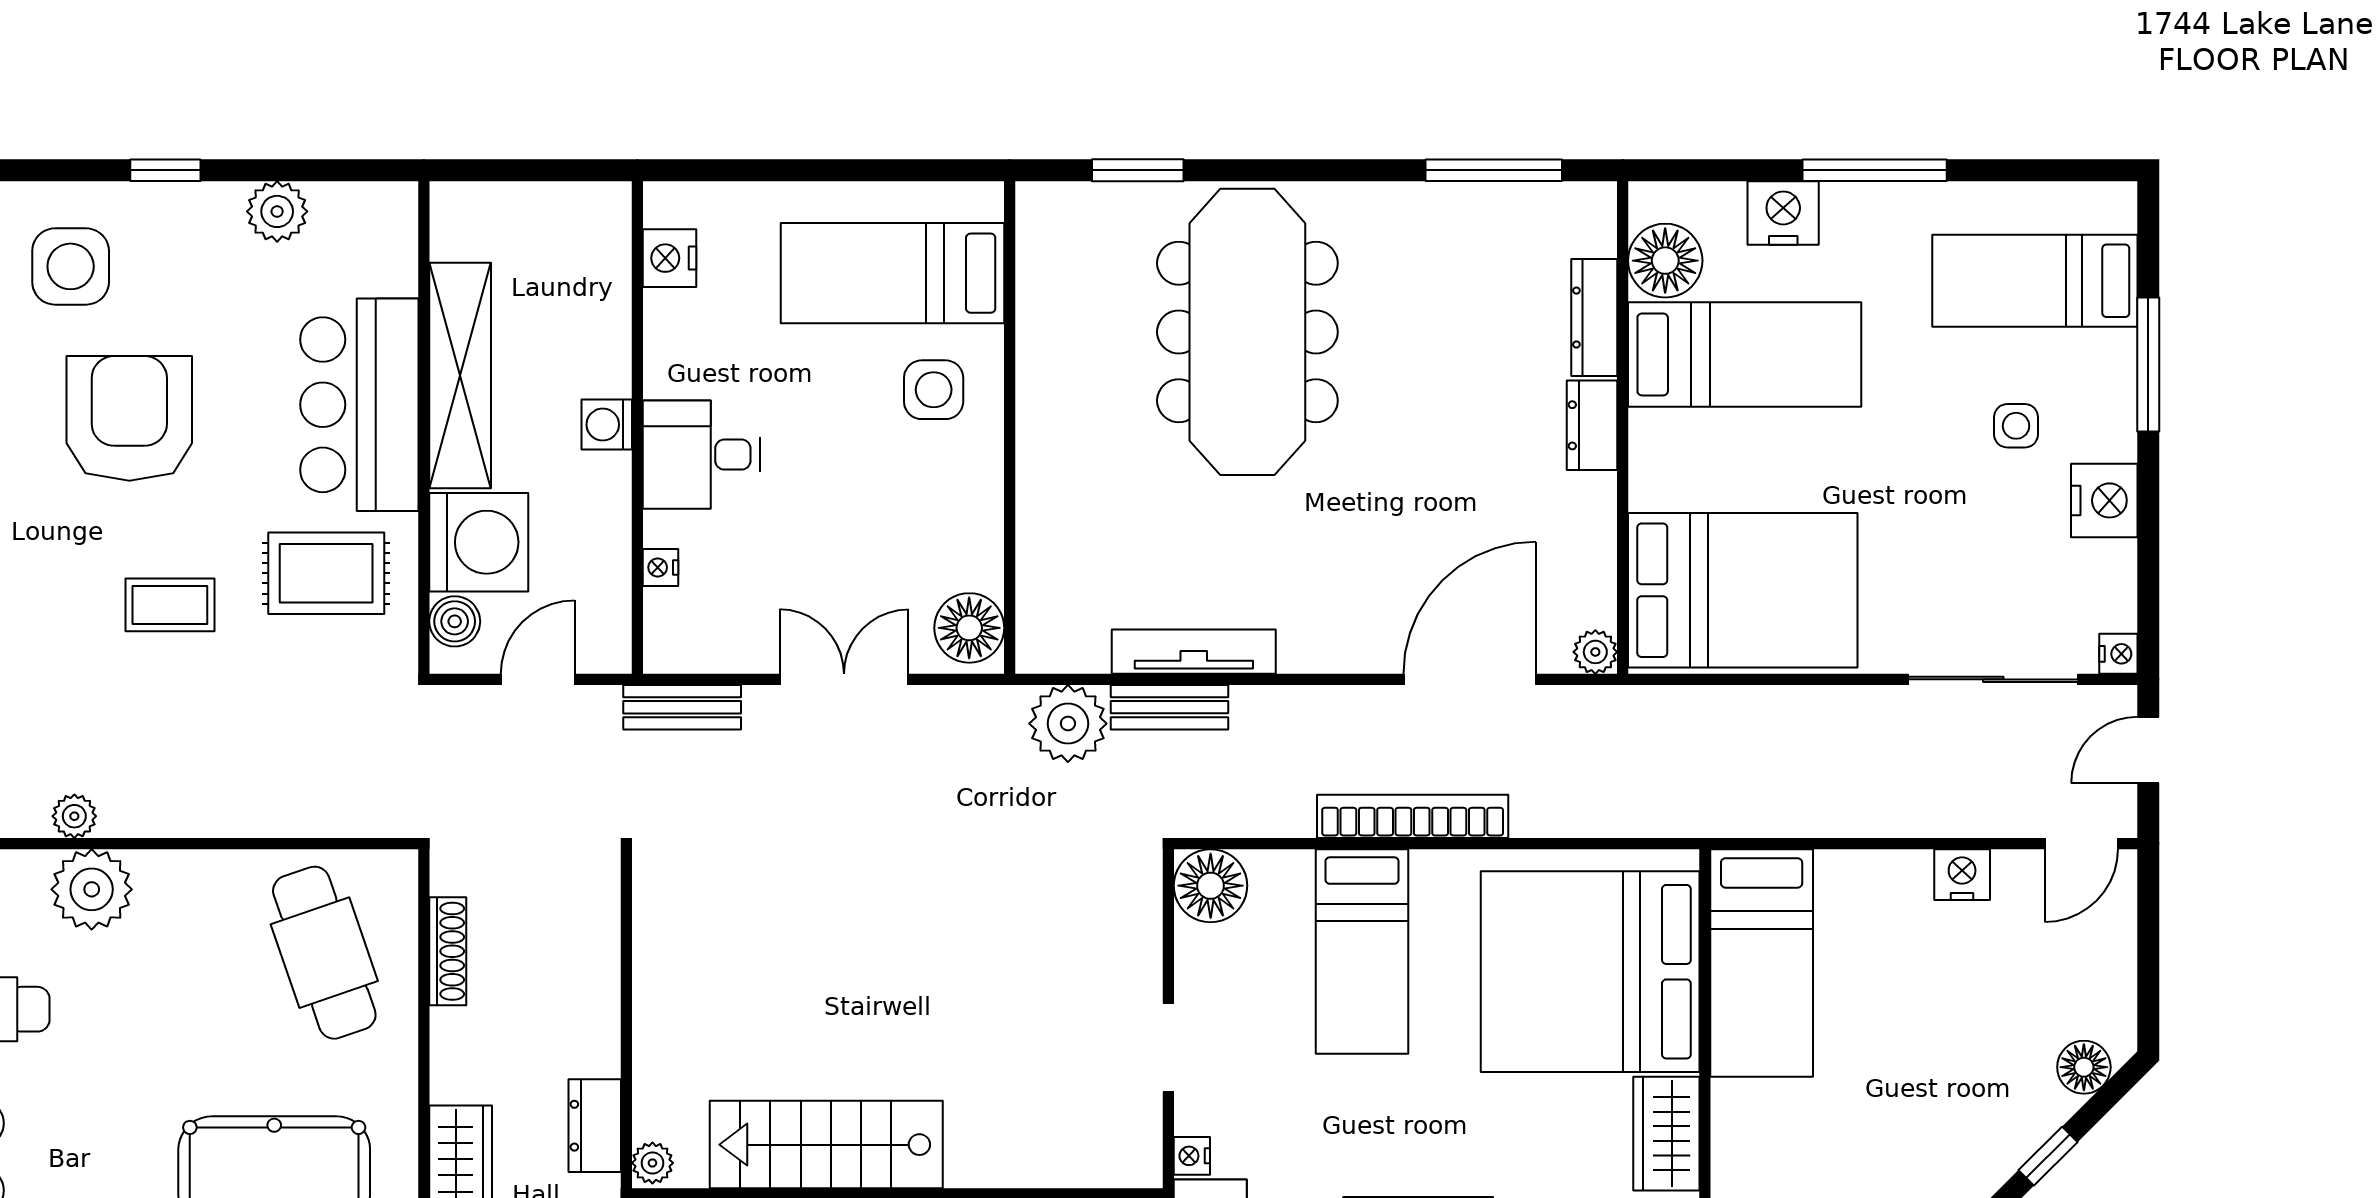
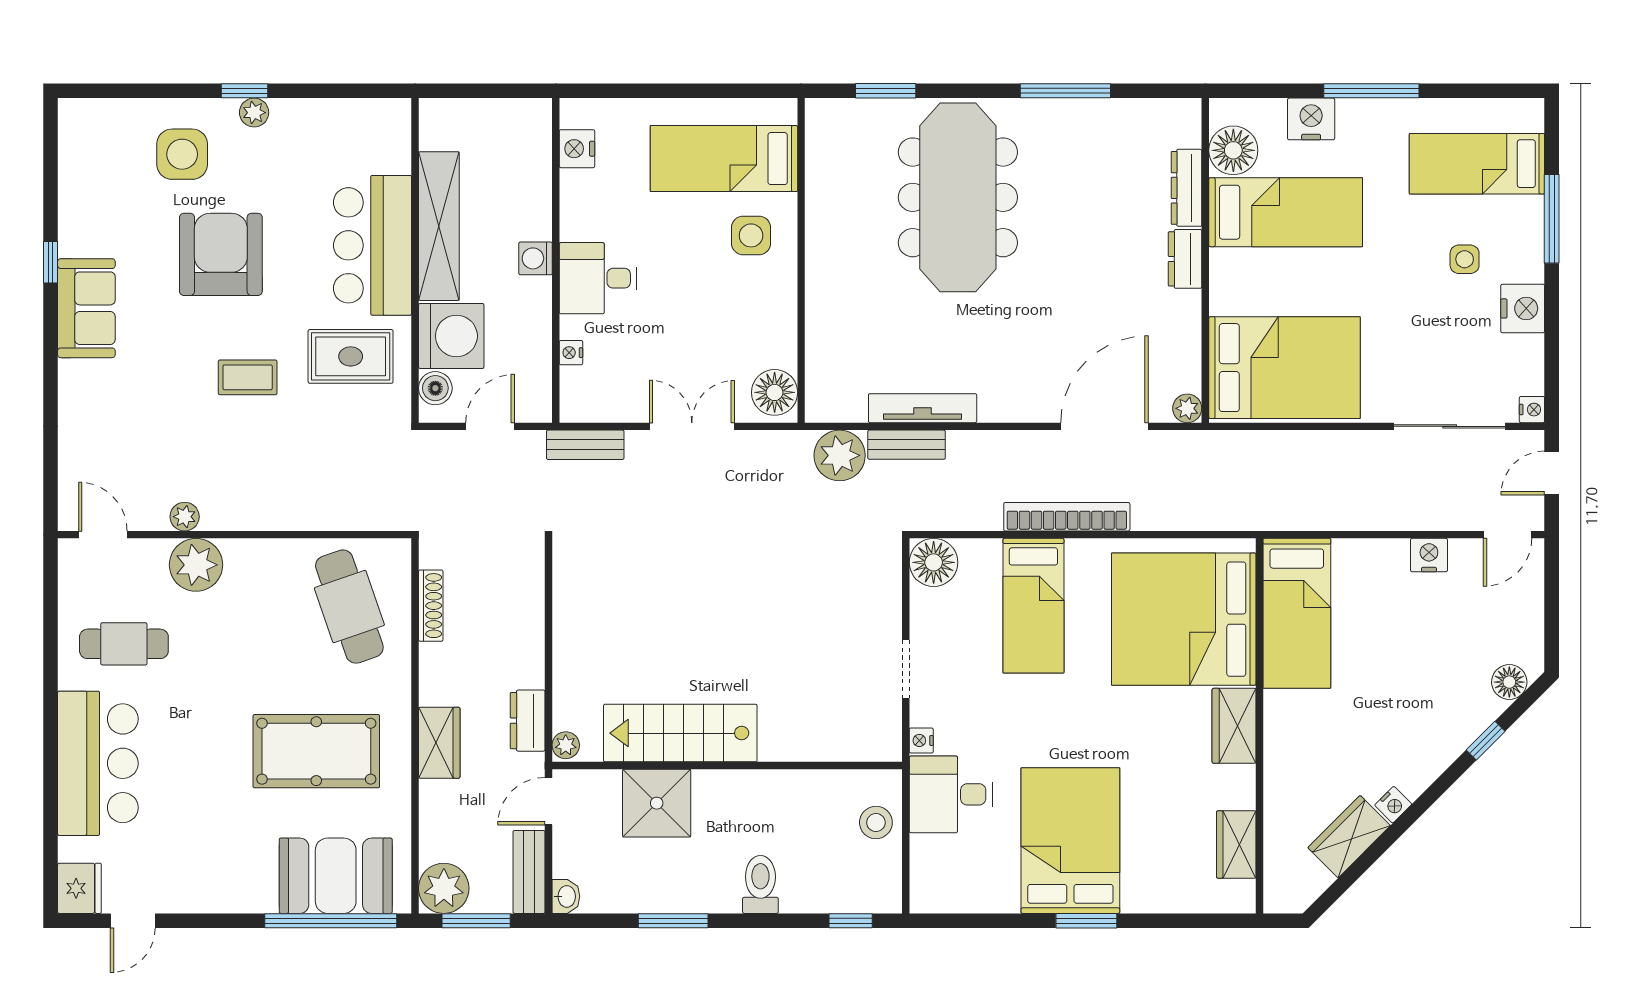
window: (1494, 170) -> (1065, 91), moved
plant: (277, 211) -> (254, 113), moved, width x0.73, depth x0.73

